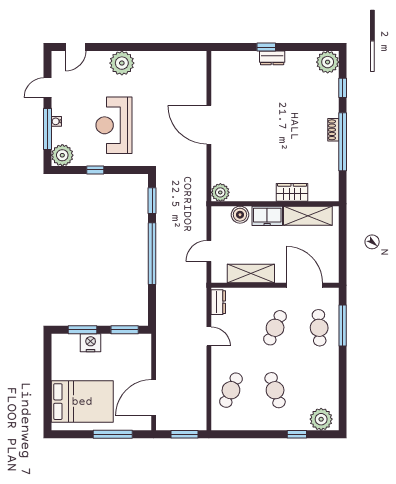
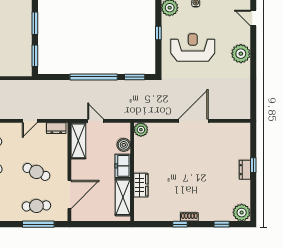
window: (343, 142) -> (180, 224), width x0.32
shelving: (251, 274) -> (78, 141), moved
nightstand: (91, 343) -> (25, 29), removed

